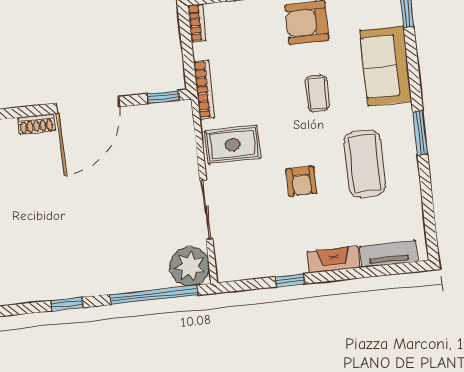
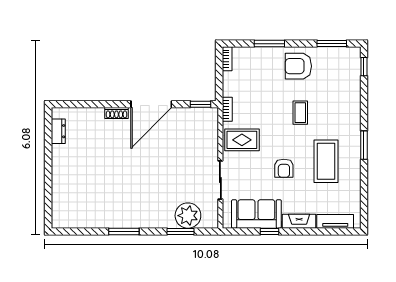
sofa: (386, 66) -> (256, 214), moved, turned 90
bookcase: (204, 90) -> (227, 109), width x0.64
plant: (190, 266) -> (188, 216), moved
window: (154, 295) -> (181, 231), width x0.47
window: (67, 304) -> (124, 231), width x1.50

